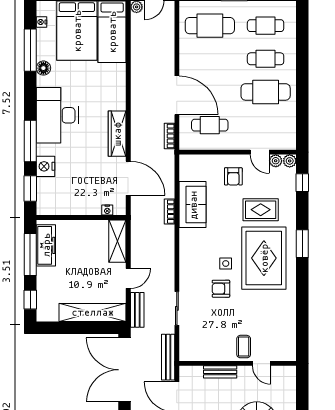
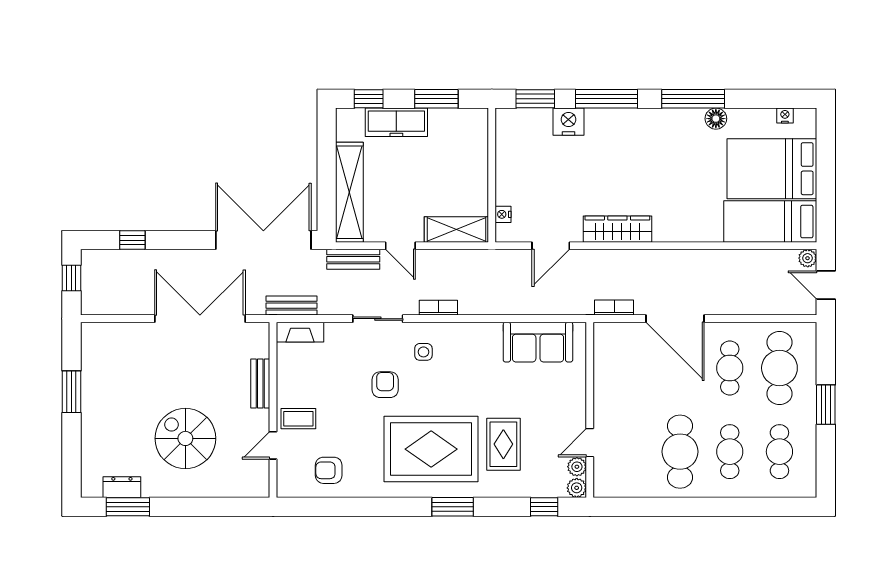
window: (30, 50) -> (693, 99), moved
door: (177, 95) -> (675, 319), hinge flipped
desk: (57, 115) -> (645, 139), removed
cafe table: (210, 125) -> (730, 368), moved
armchair: (233, 176) -> (329, 470), moved
door: (128, 178) -> (551, 246), width x0.73
sofa: (193, 205) -> (538, 342), moved
bookcase: (170, 212) -> (438, 308), moved
freezer: (46, 245) -> (396, 122), moved
window: (30, 255) -> (436, 99), width x0.69
side table: (226, 263) -> (423, 352), moved
sliding door: (177, 308) -> (378, 319), moved
fireplace: (186, 345) -> (300, 332), added
bench: (168, 357) -> (292, 306), width x0.73

